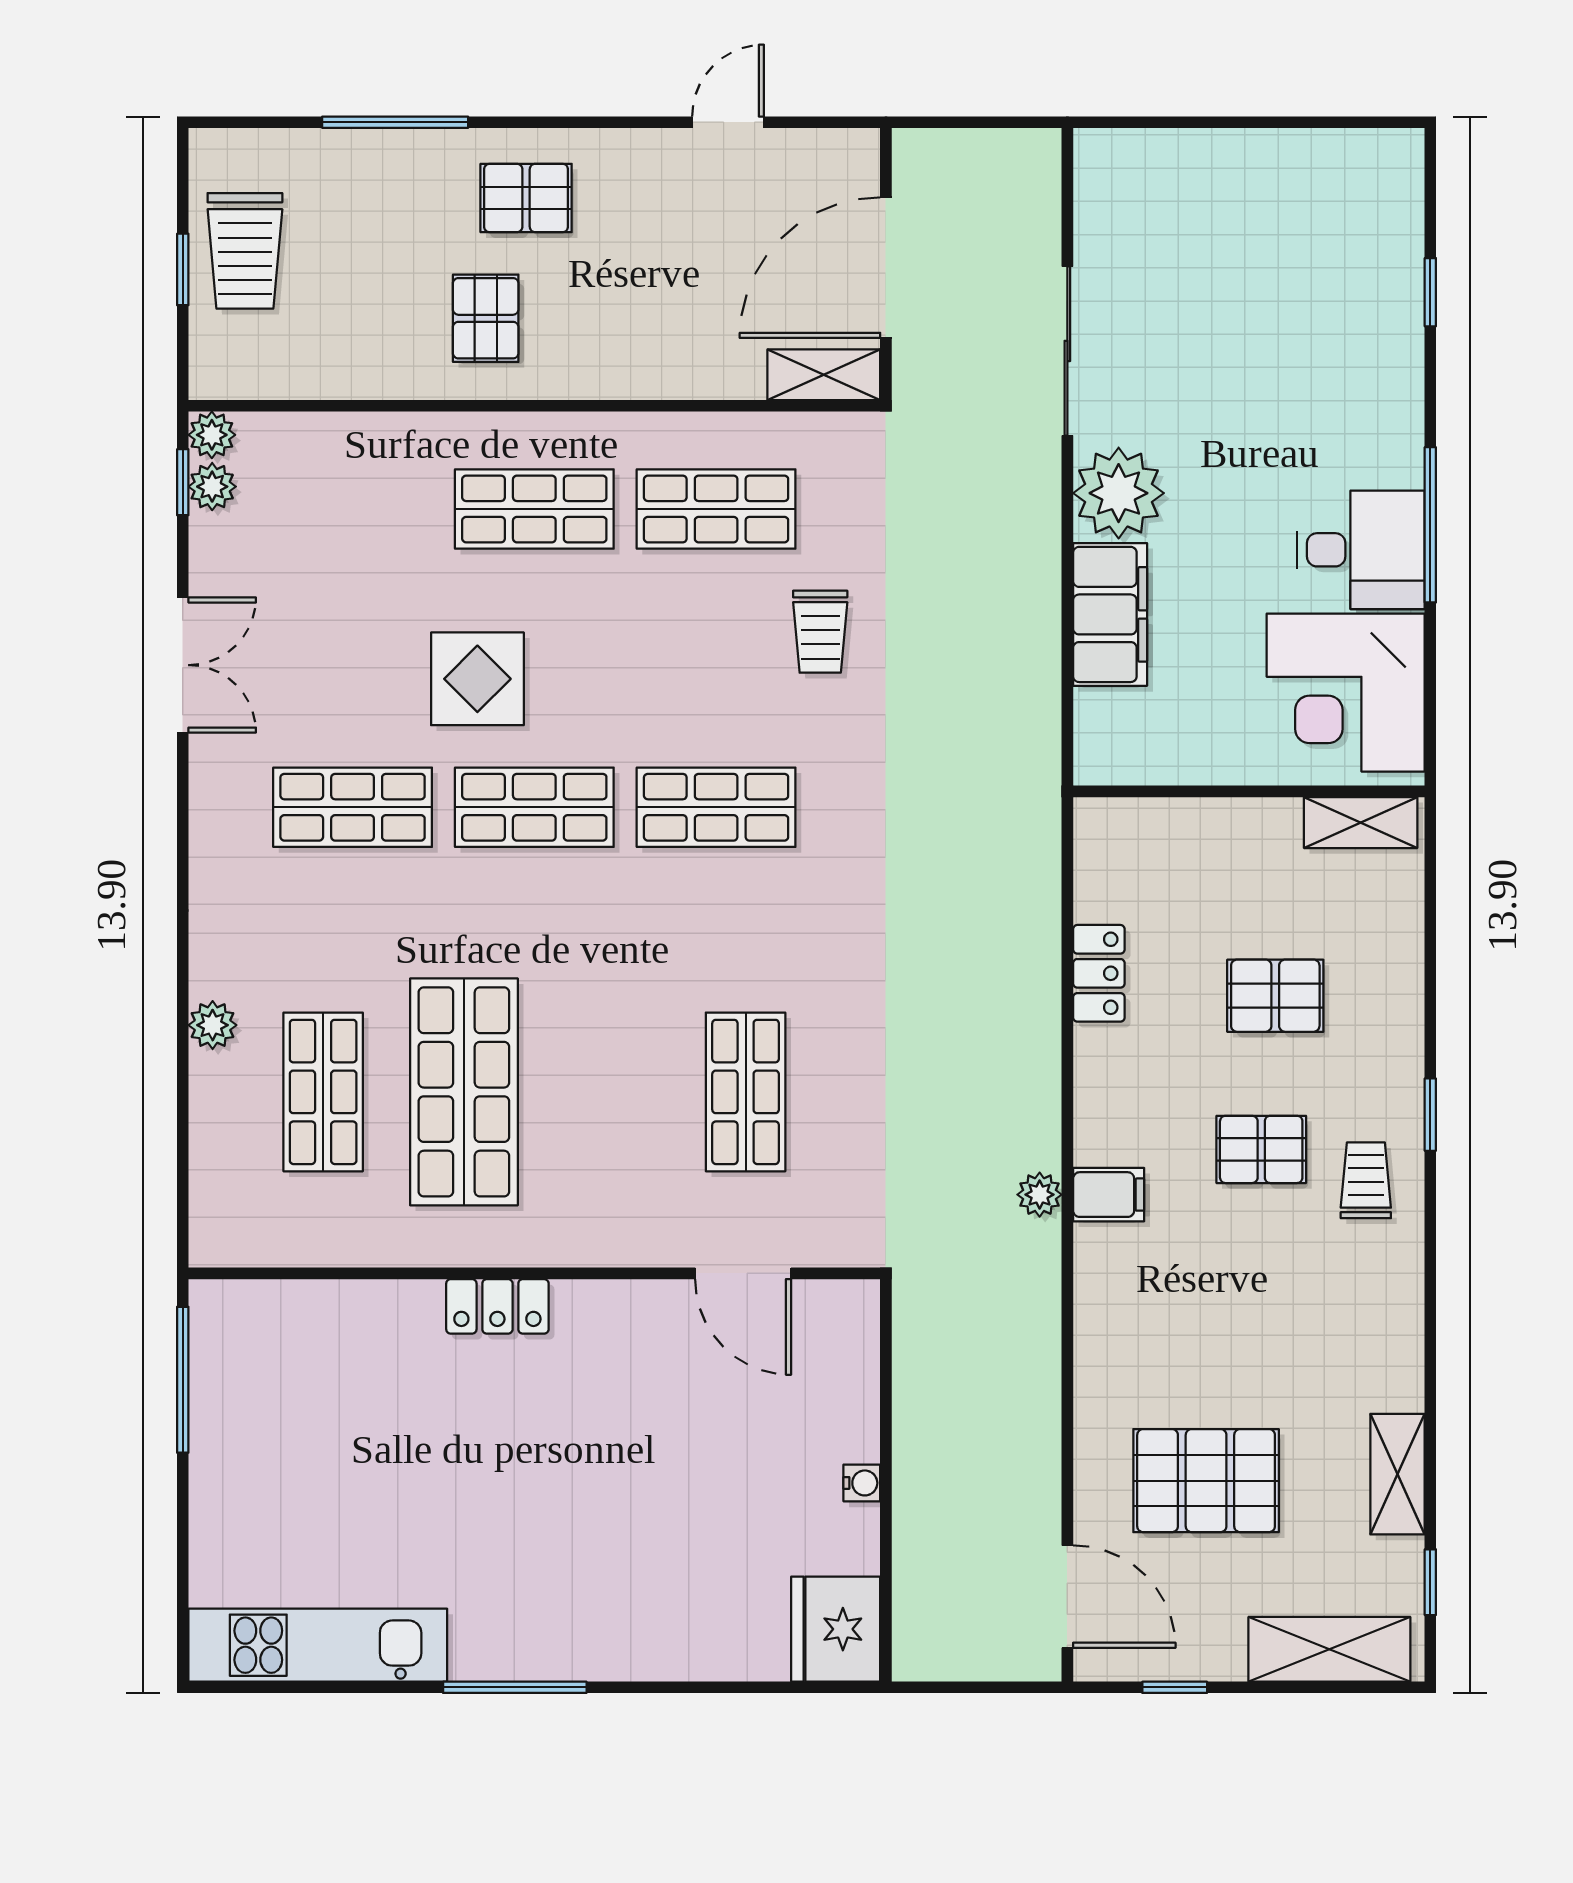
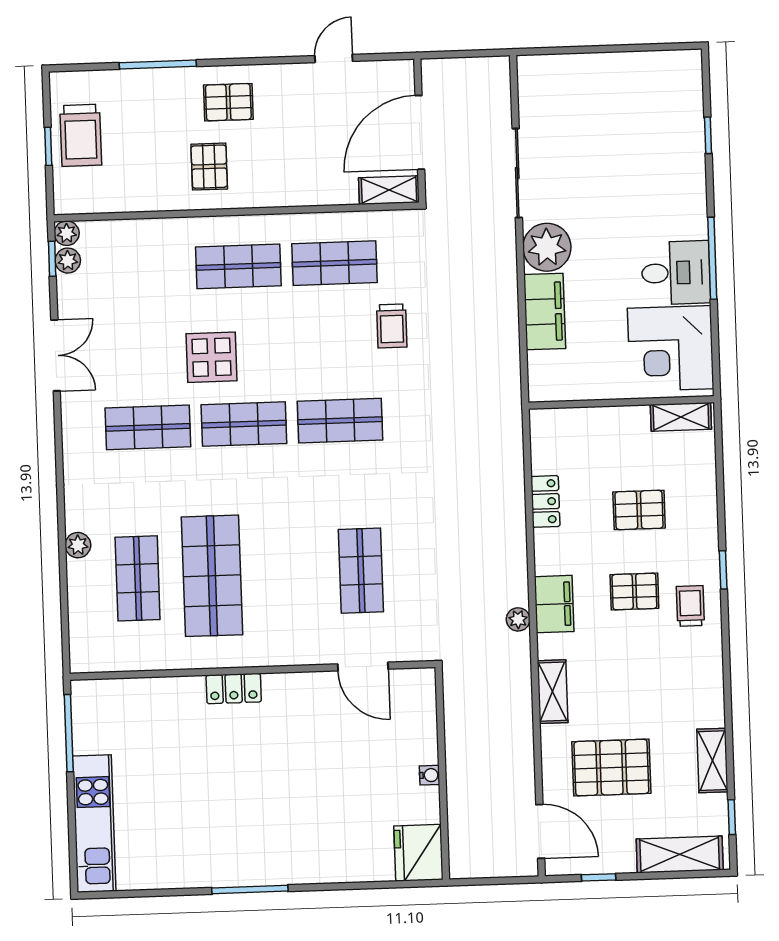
filing cabinet: (1109, 1195) -> (554, 604), width x2.00
shelving: (1100, 1333) -> (553, 692), added
kitchen unit: (318, 1645) -> (94, 824), moved, turned 90

